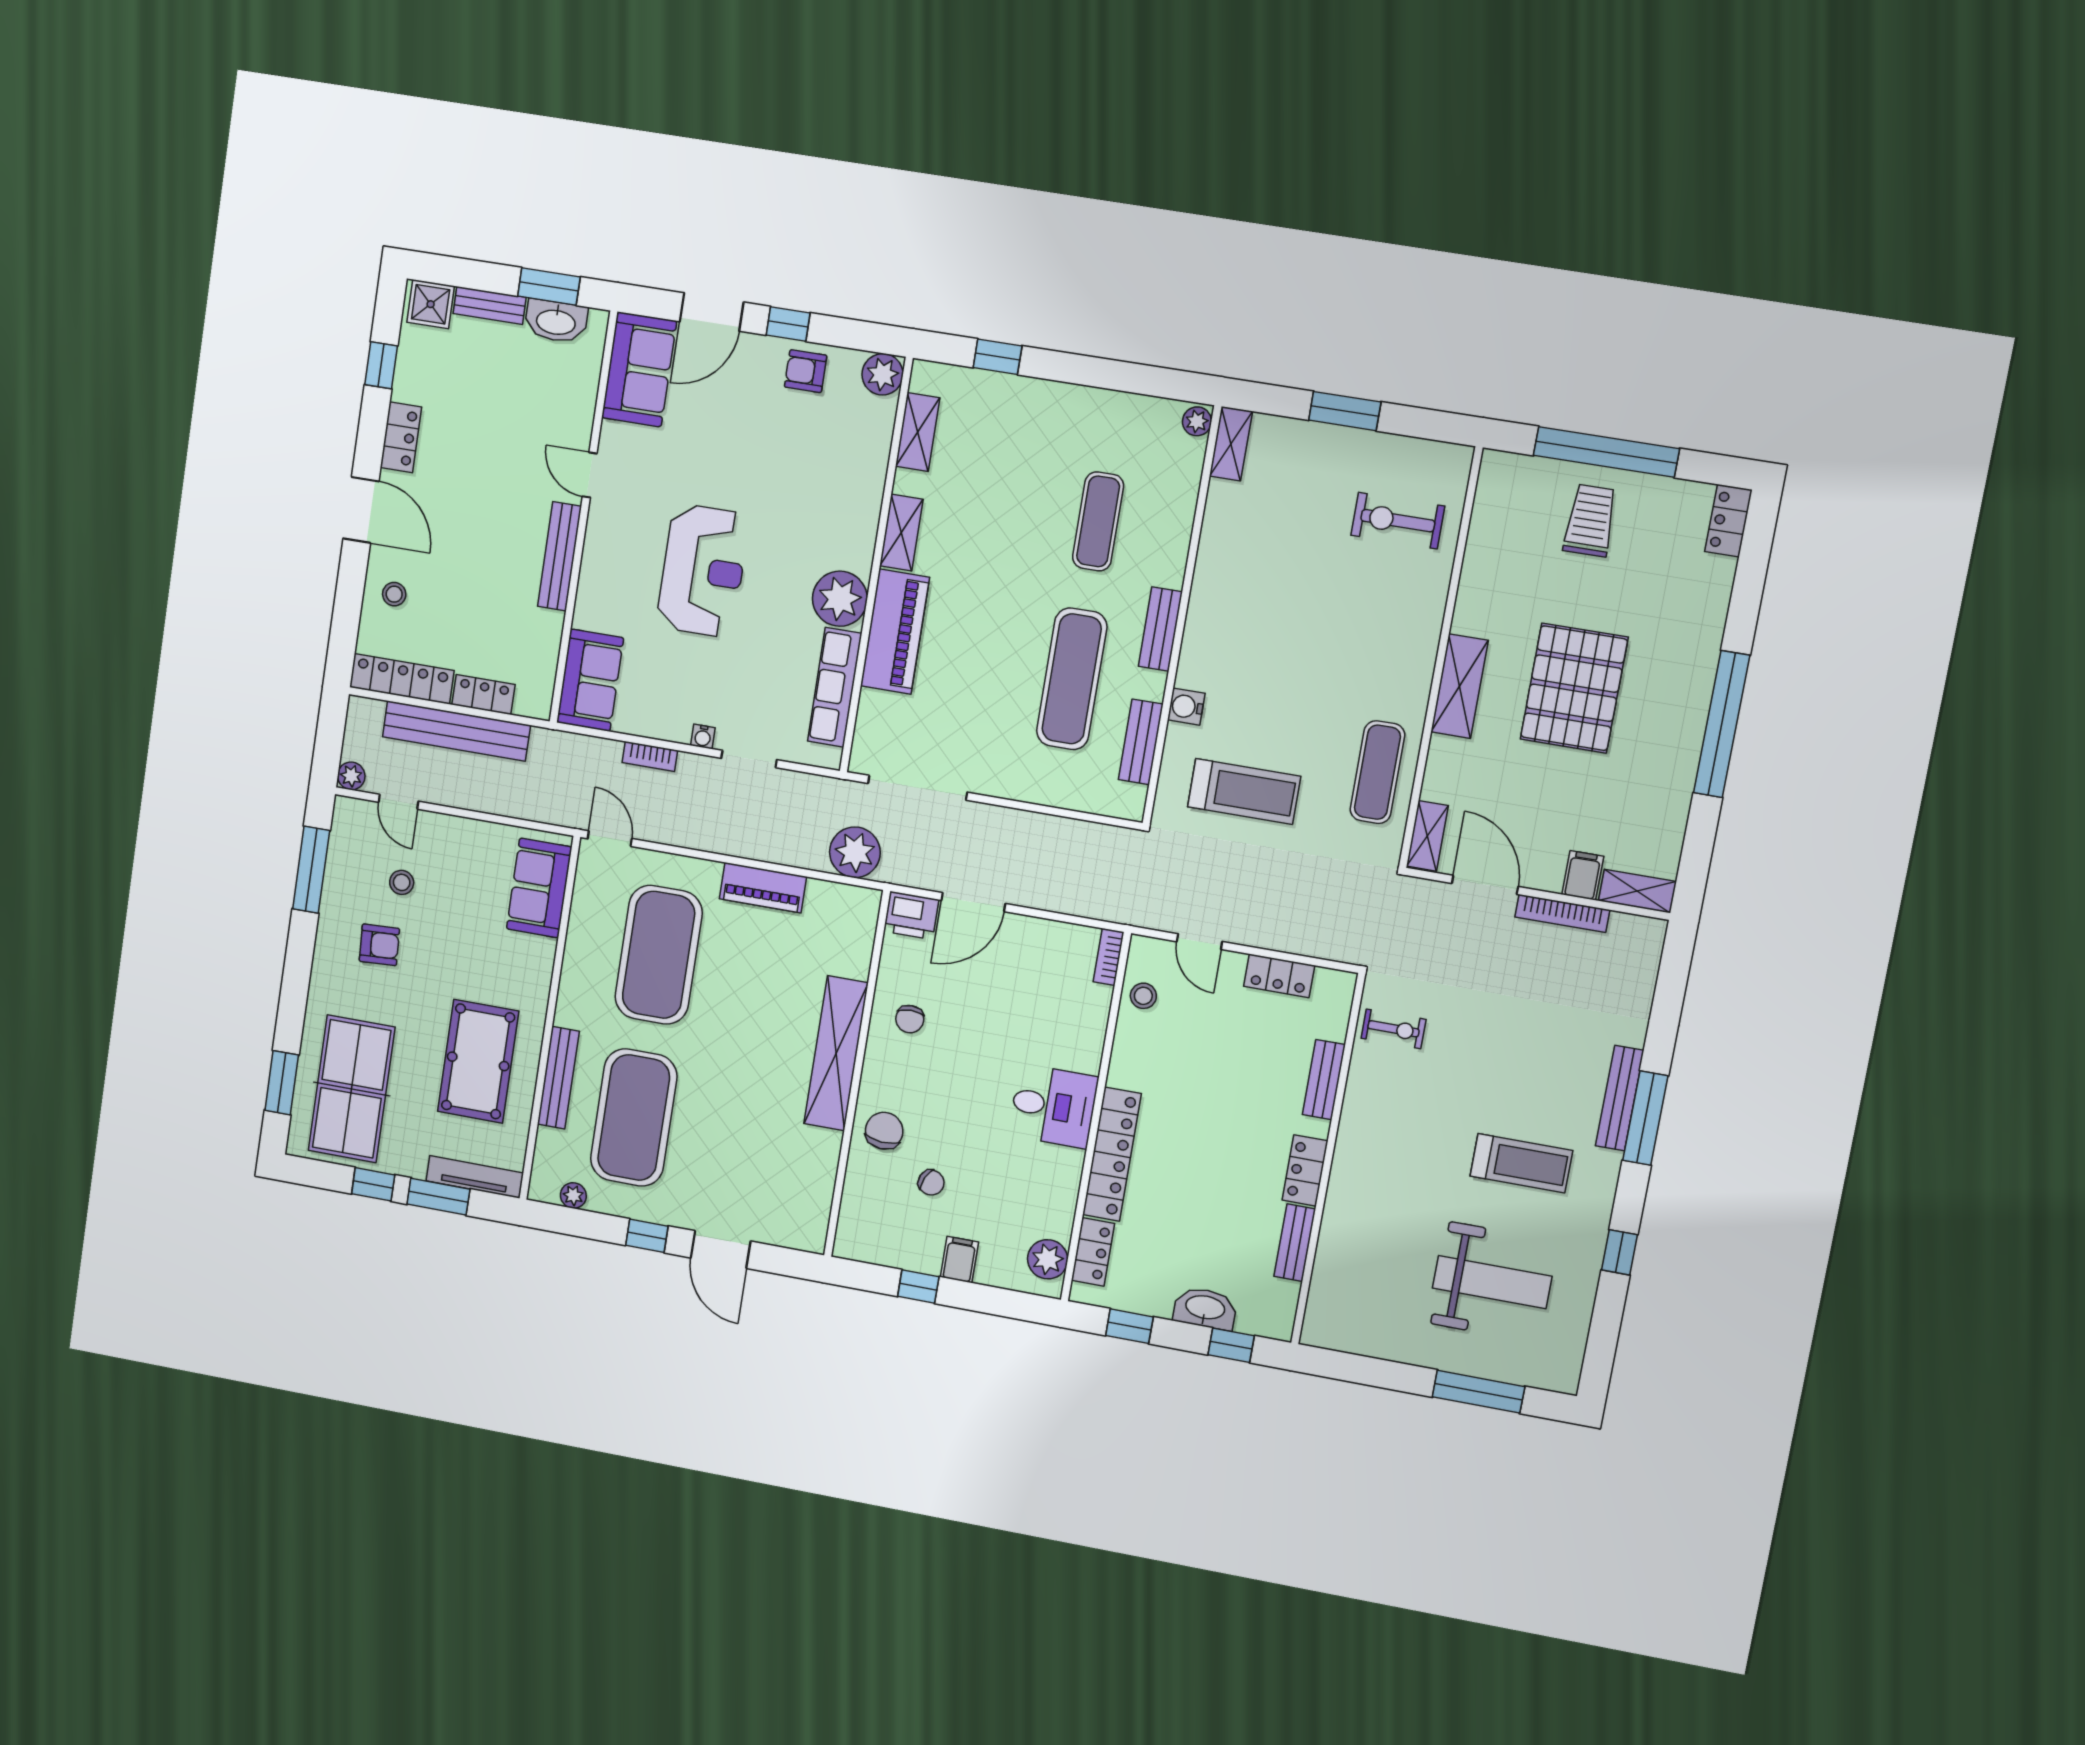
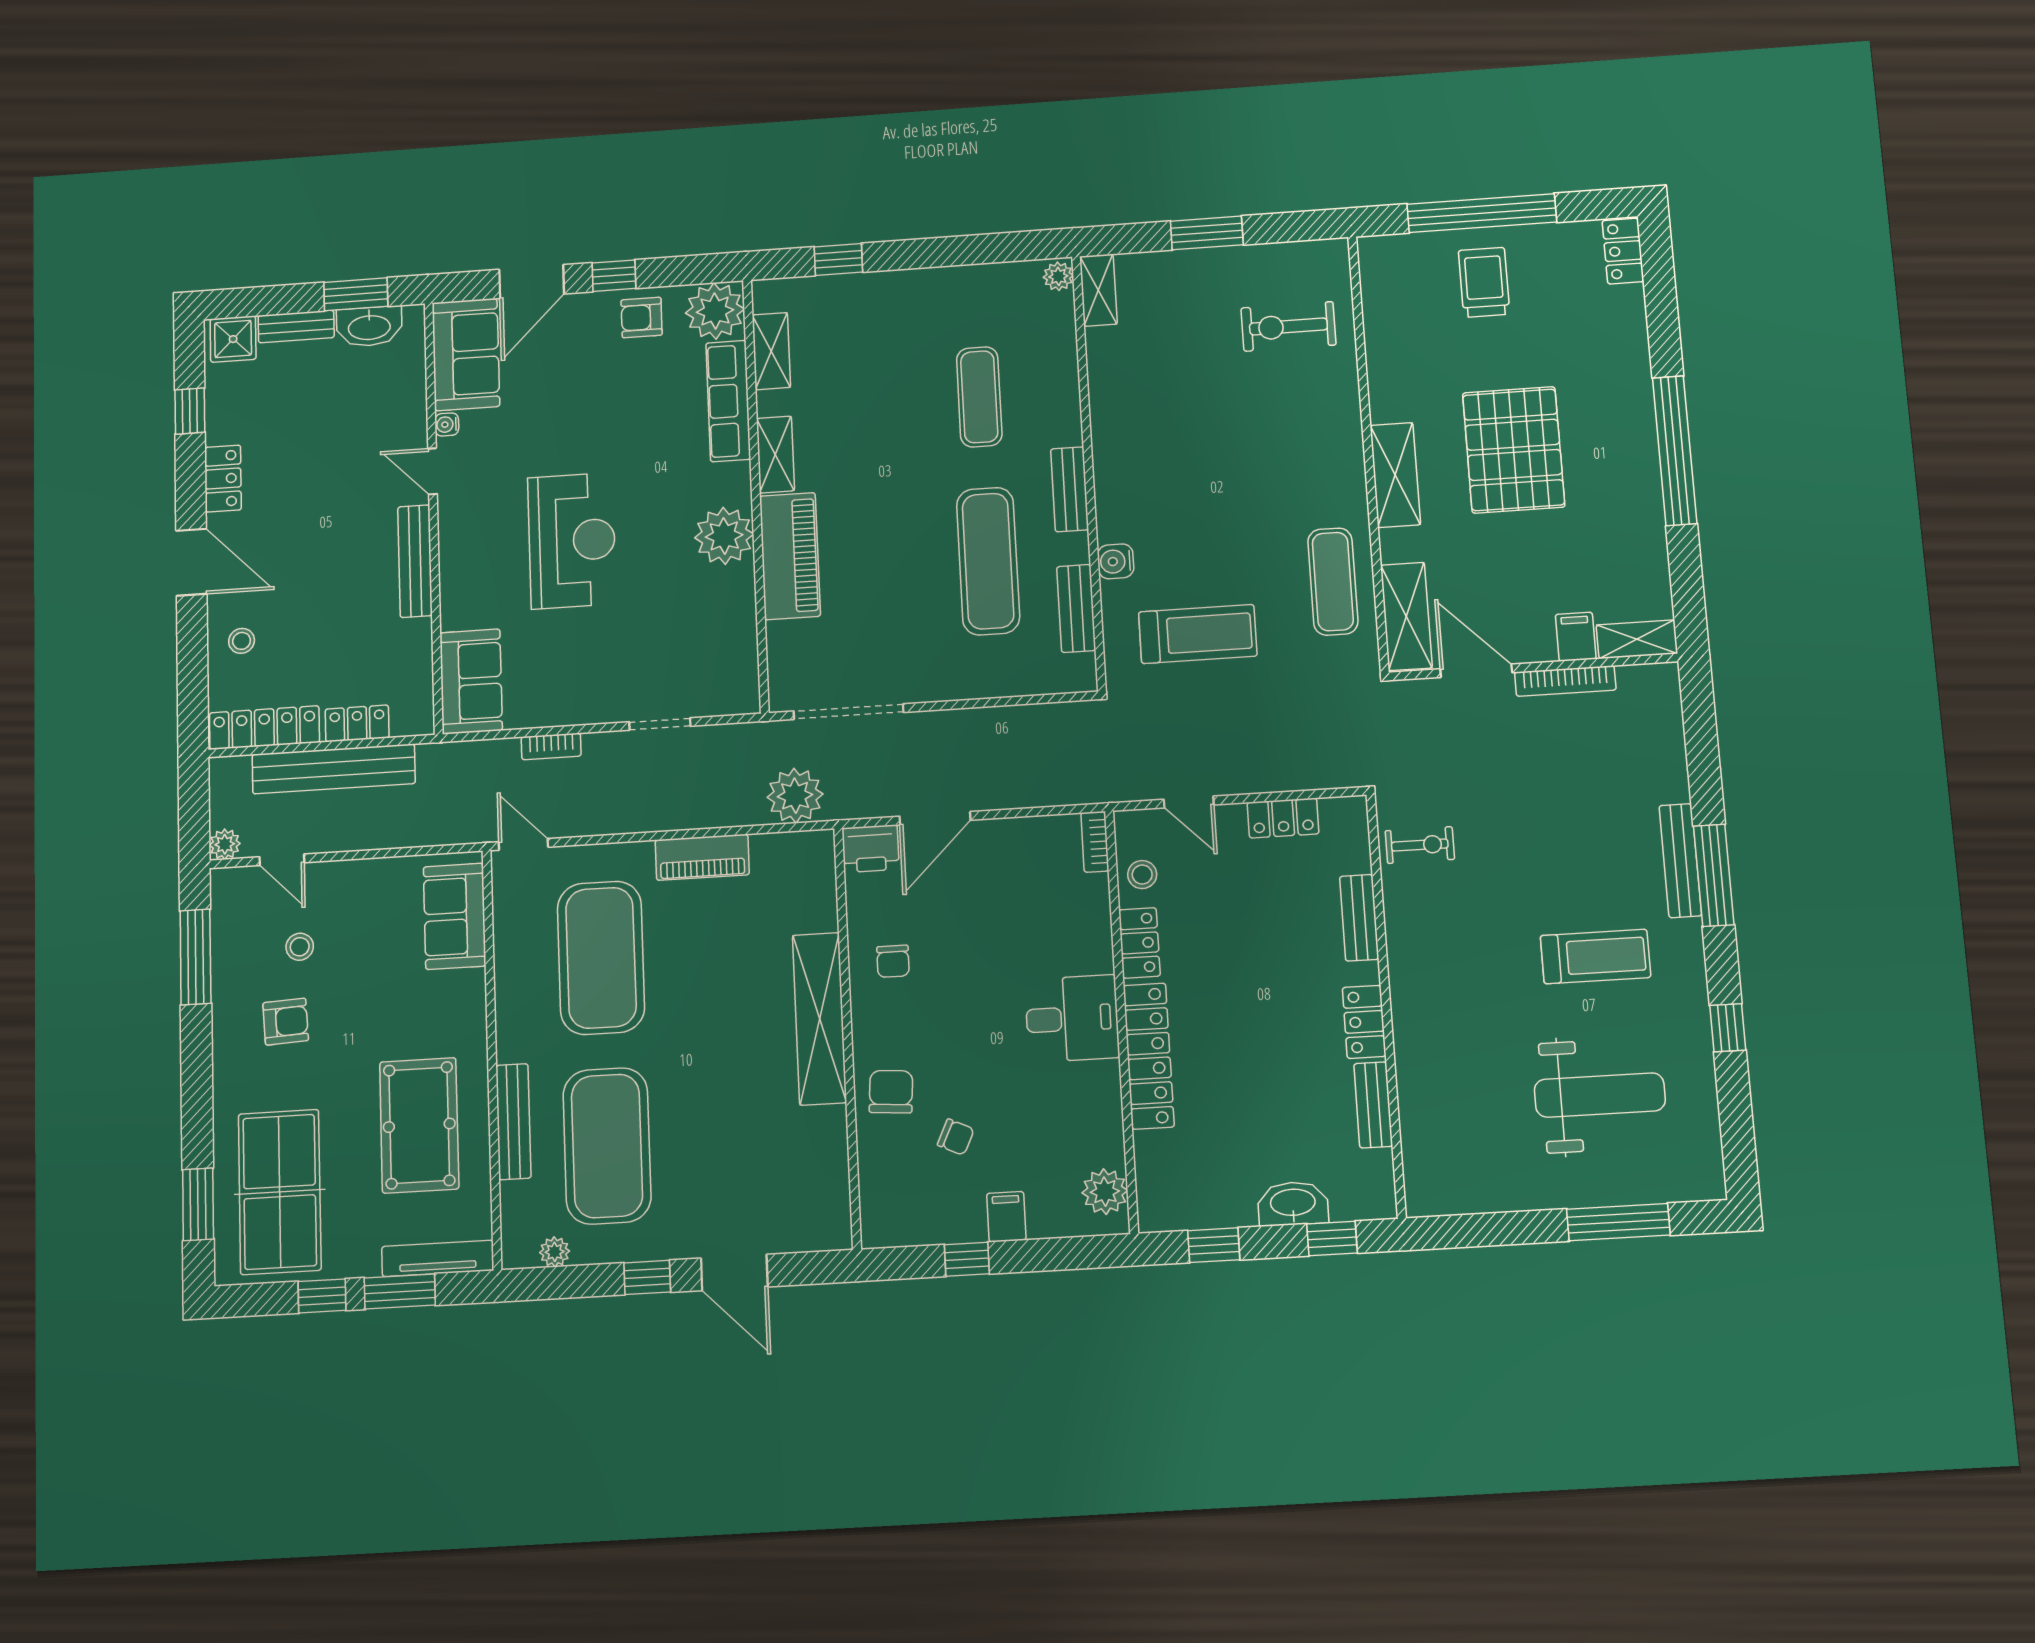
plant: (882, 374) -> (715, 311), width x1.36, depth x1.36
row of seats: (835, 687) -> (728, 401), moved
water cooler: (703, 737) -> (447, 424), moved, turned 90
shelving: (1427, 836) -> (1406, 616), width x1.50, depth x1.33
locker: (1093, 1252) -> (1139, 943), moved

